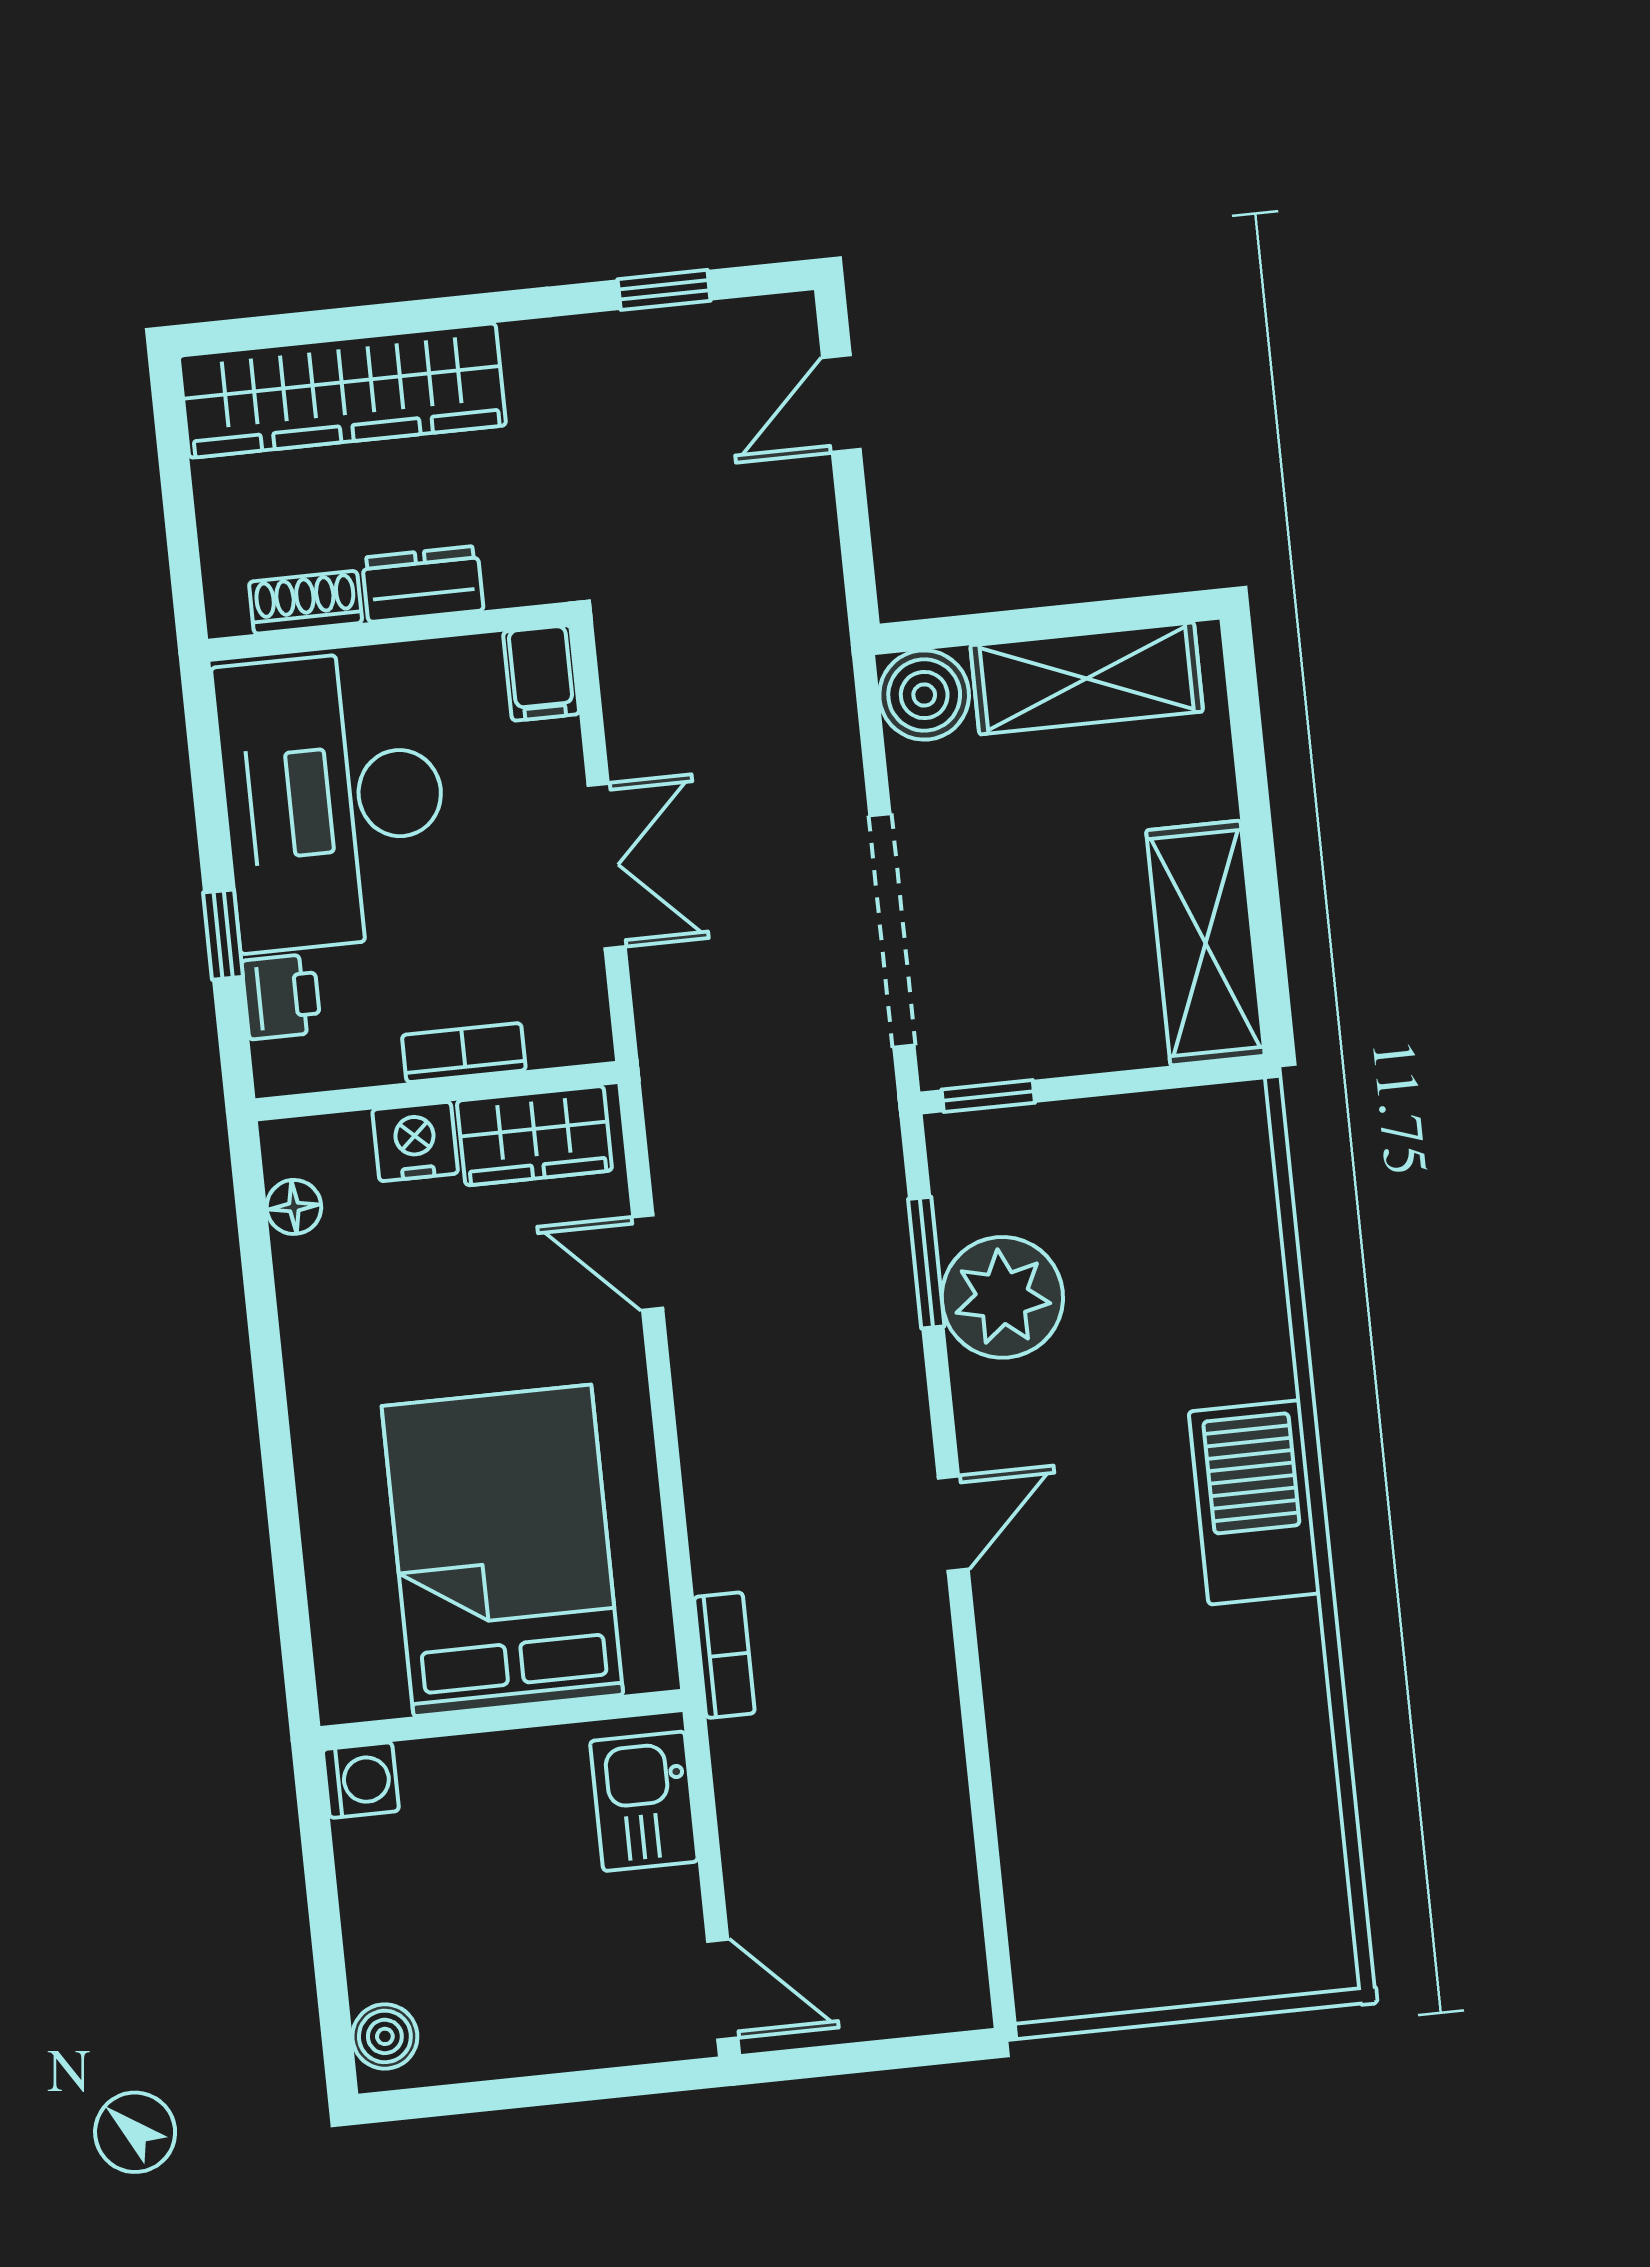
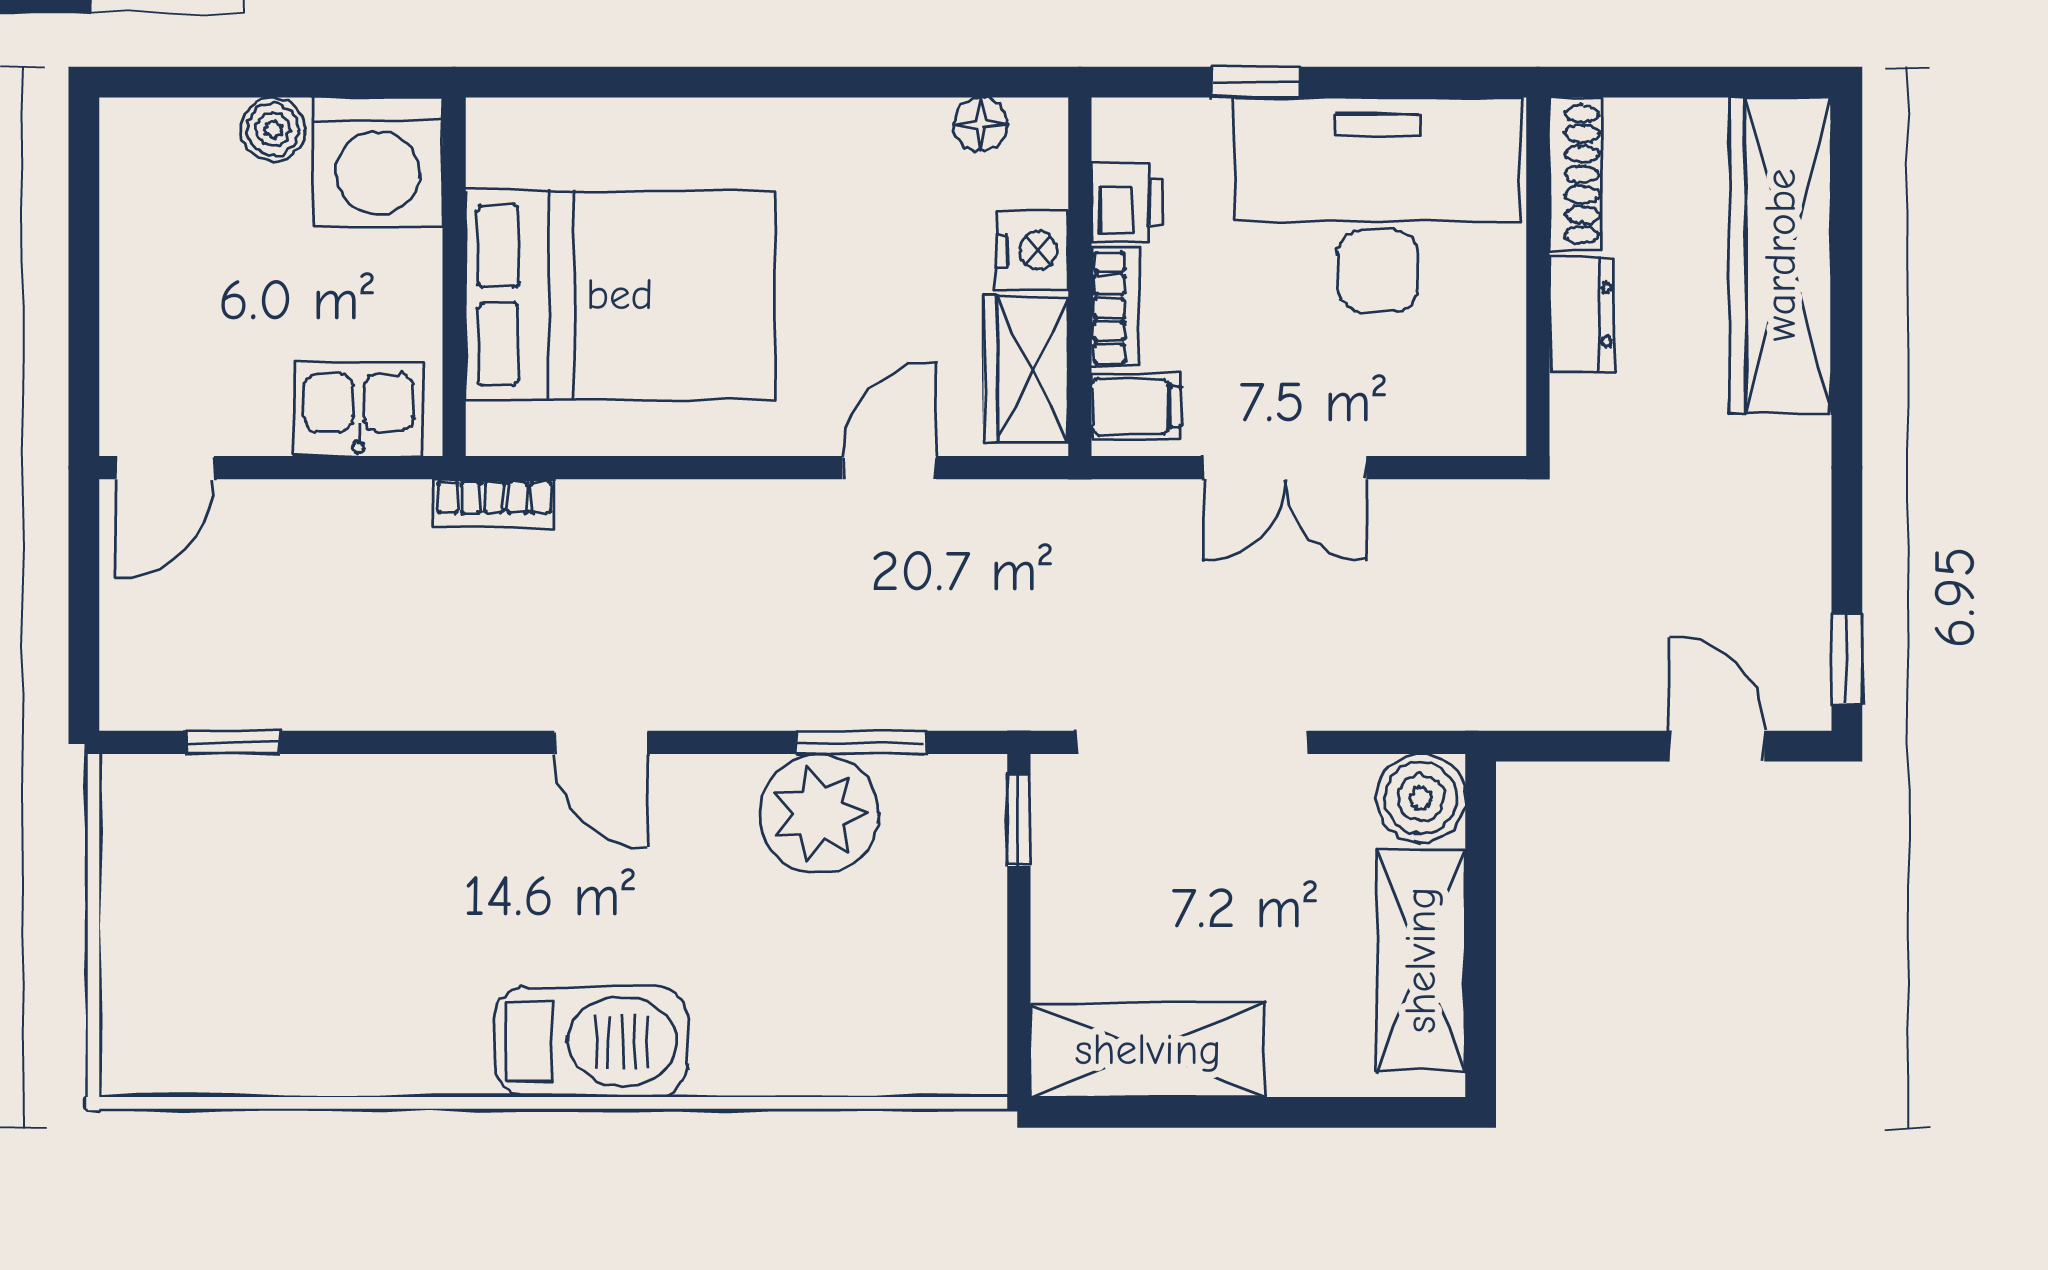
window: (664, 290) -> (1847, 659), moved
shoe rack: (306, 602) -> (1575, 174), width x1.43
filing cabinet: (541, 673) -> (1136, 407), moved, turned 180
printer: (281, 997) -> (1127, 203), moved, turned -90
washing machine: (361, 1780) -> (378, 163), width x1.89, depth x1.89
window: (991, 1893) -> (233, 742), added
boiler: (385, 2036) -> (273, 130), moved

